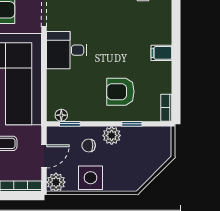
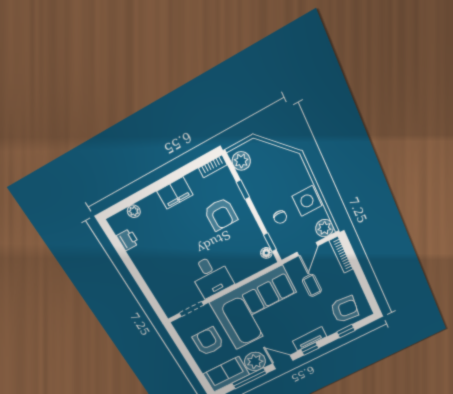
plant: (165, 14) -> (134, 211), added
filing cabinet: (161, 53) -> (175, 193), width x2.00
plant: (112, 136) -> (241, 161), moved
door: (44, 156) -> (307, 249), swing flipped

